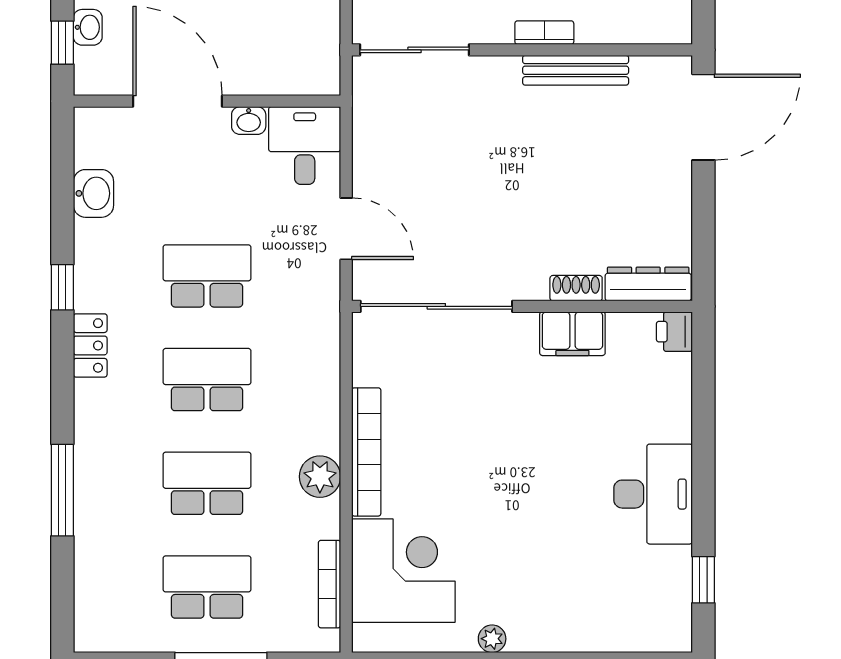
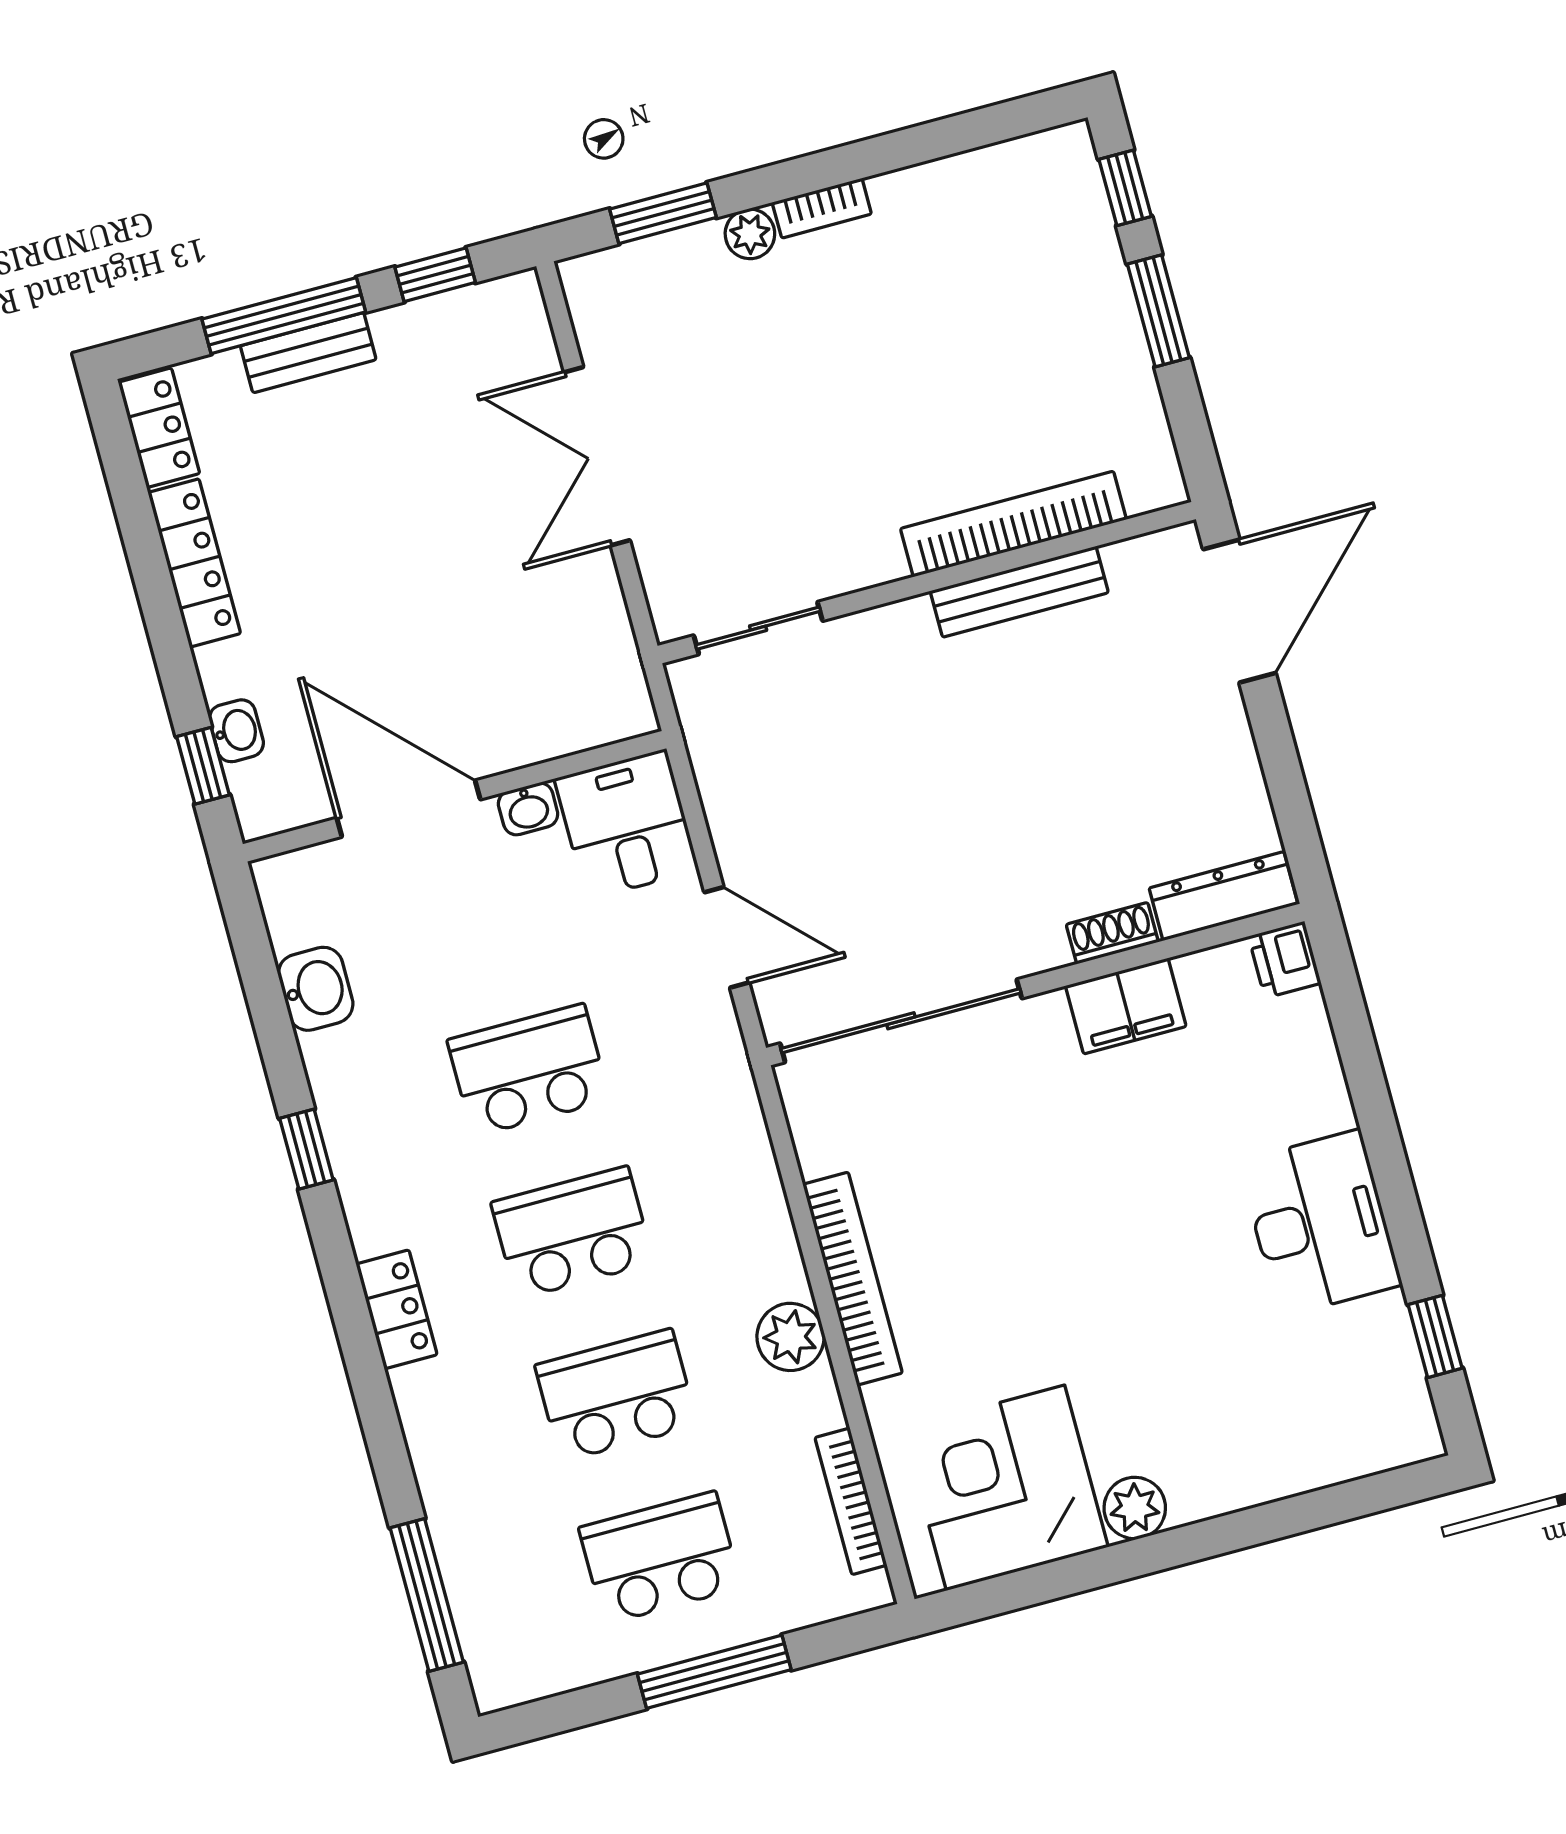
bookcase: (544, 33) -> (1013, 524), width x2.31, depth x1.31
sliding door: (414, 50) -> (758, 628), width x0.73
locker: (90, 345) -> (397, 1309), moved
window: (62, 490) -> (427, 1595), moved
corner desk: (403, 571) -> (1006, 1488), moved, turned -90
plant: (492, 639) -> (1135, 1508), width x1.38, depth x1.38

